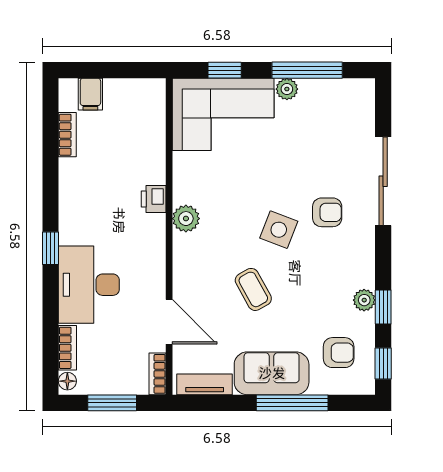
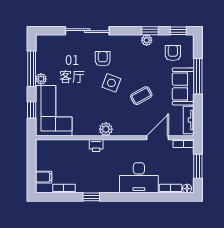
window: (50, 248) -> (91, 197), moved

